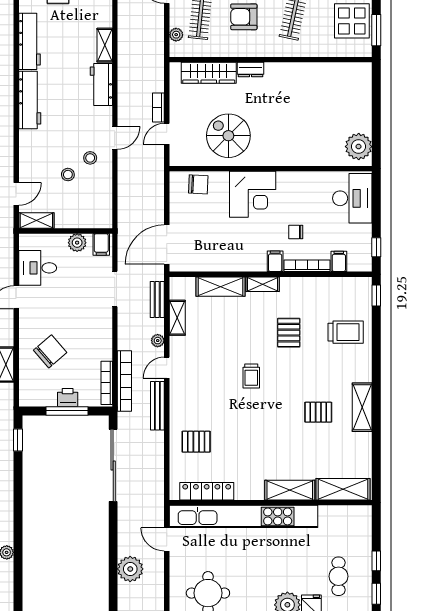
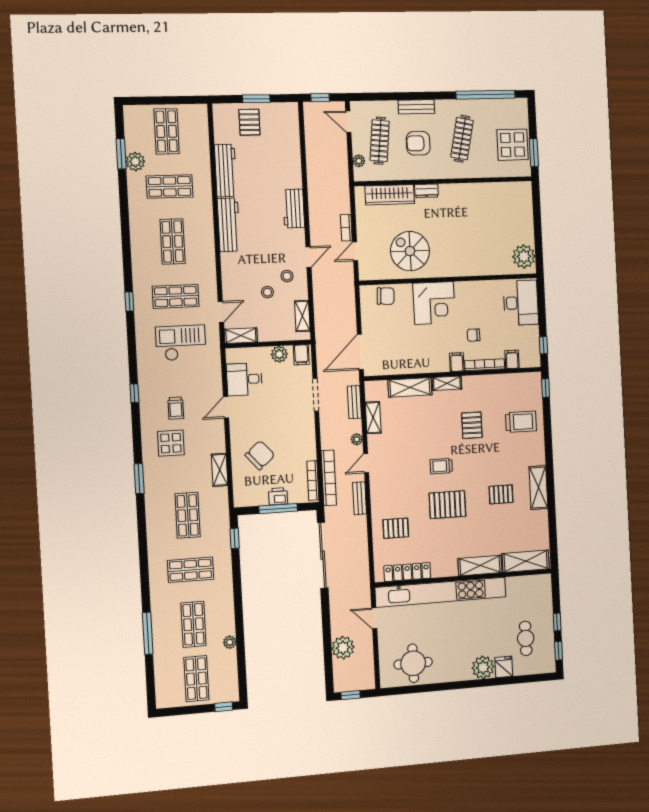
shelving: (105, 45) -> (302, 316), moved
trolley: (251, 376) -> (441, 466), turned 90
bench: (157, 406) -> (360, 498), width x0.73
pallet: (256, 419) -> (447, 505), added

